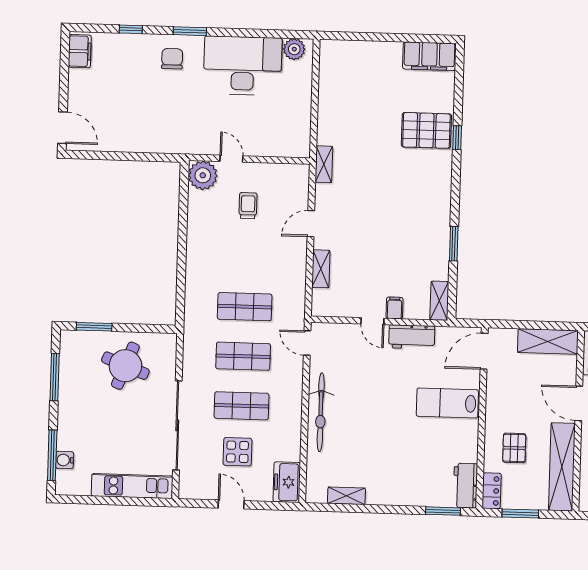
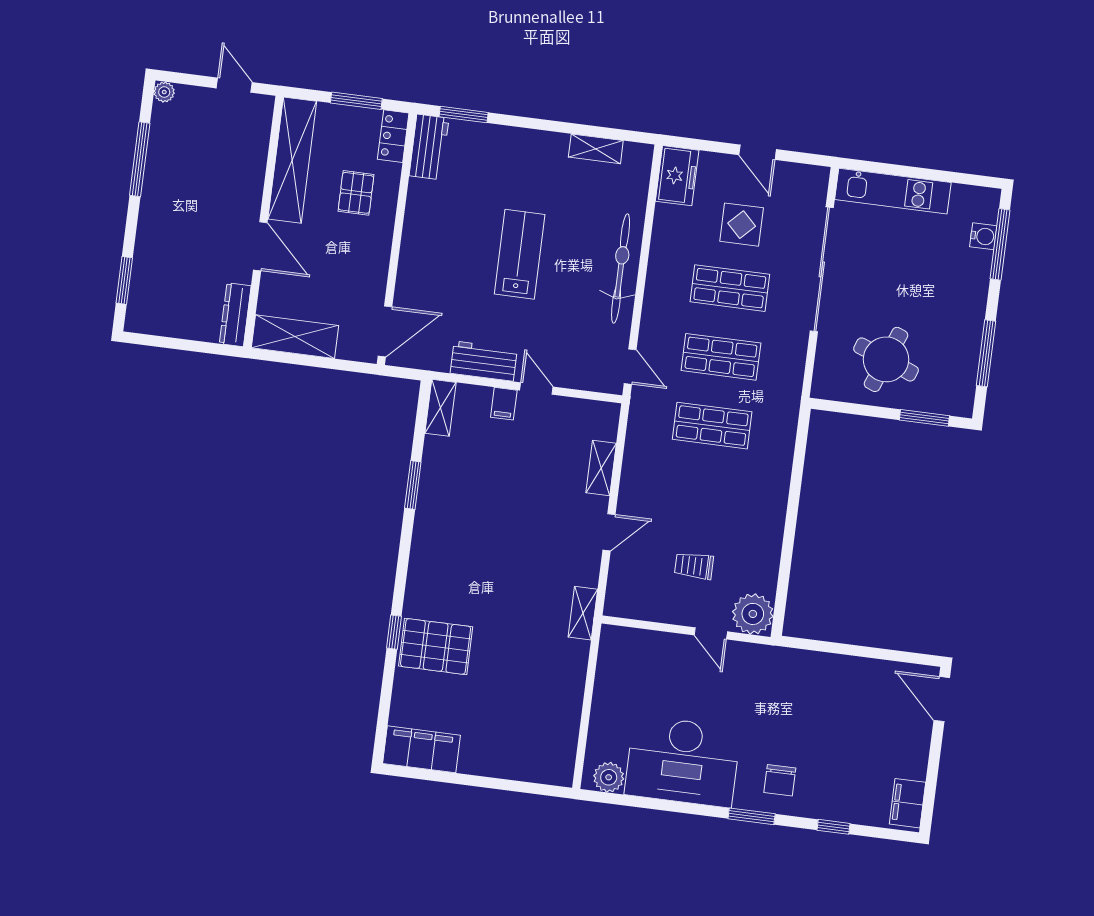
trolley: (248, 206) -> (694, 566), turned 90
lab bench: (447, 403) -> (520, 254), moved, turned -90

